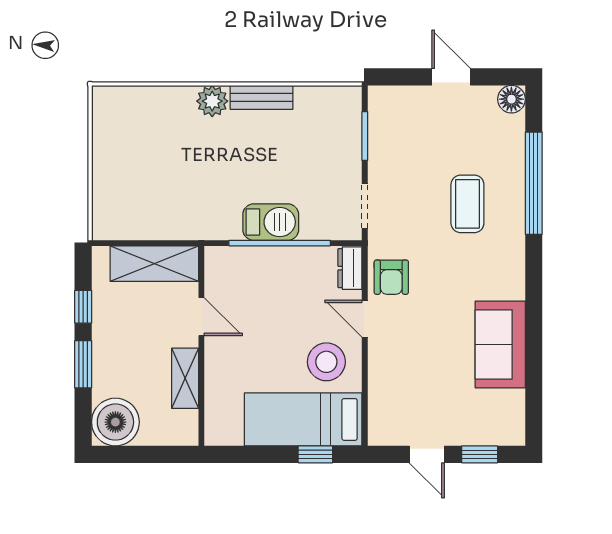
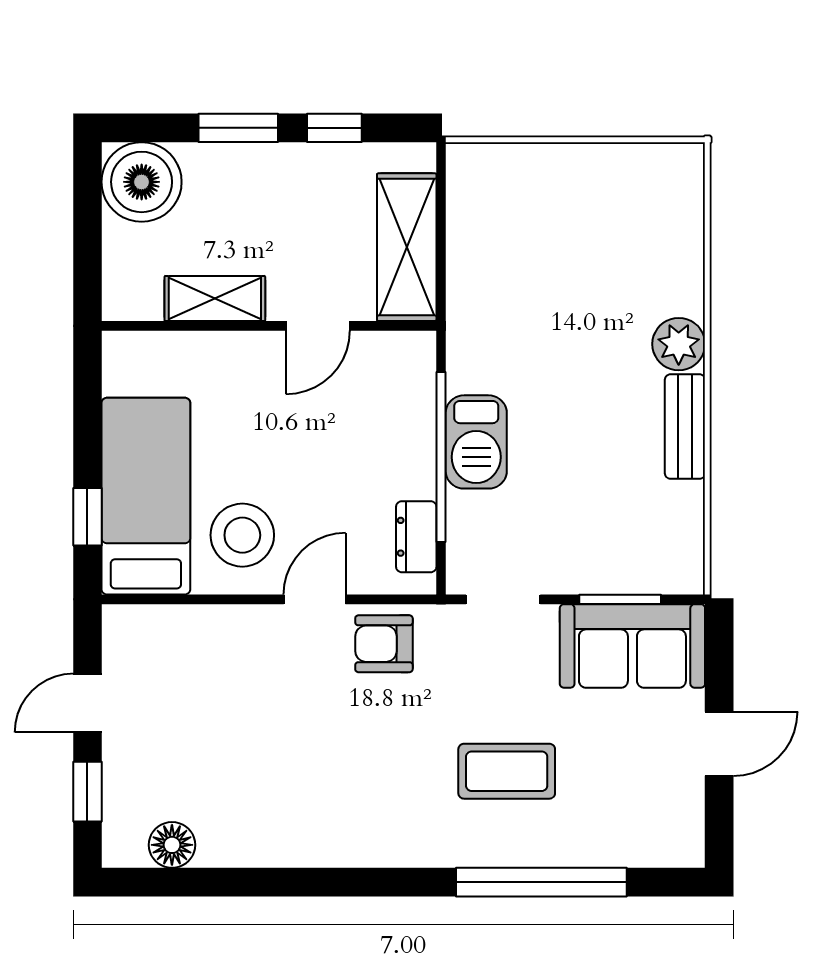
floor lamp: (511, 99) -> (172, 845), moved
dresser: (350, 268) -> (416, 537), moved, turned -90
sofa: (500, 344) -> (632, 646), moved, turned 180

